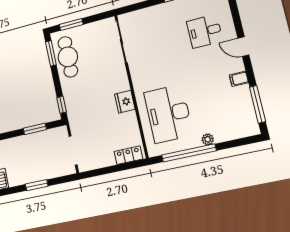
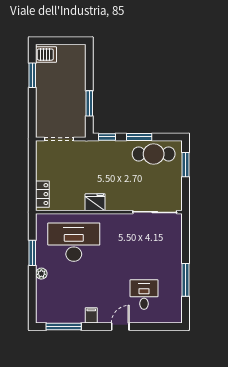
window: (51, 53) -> (139, 137), moved
window: (189, 153) -> (32, 253), width x0.47
window: (37, 185) -> (32, 75), moved

